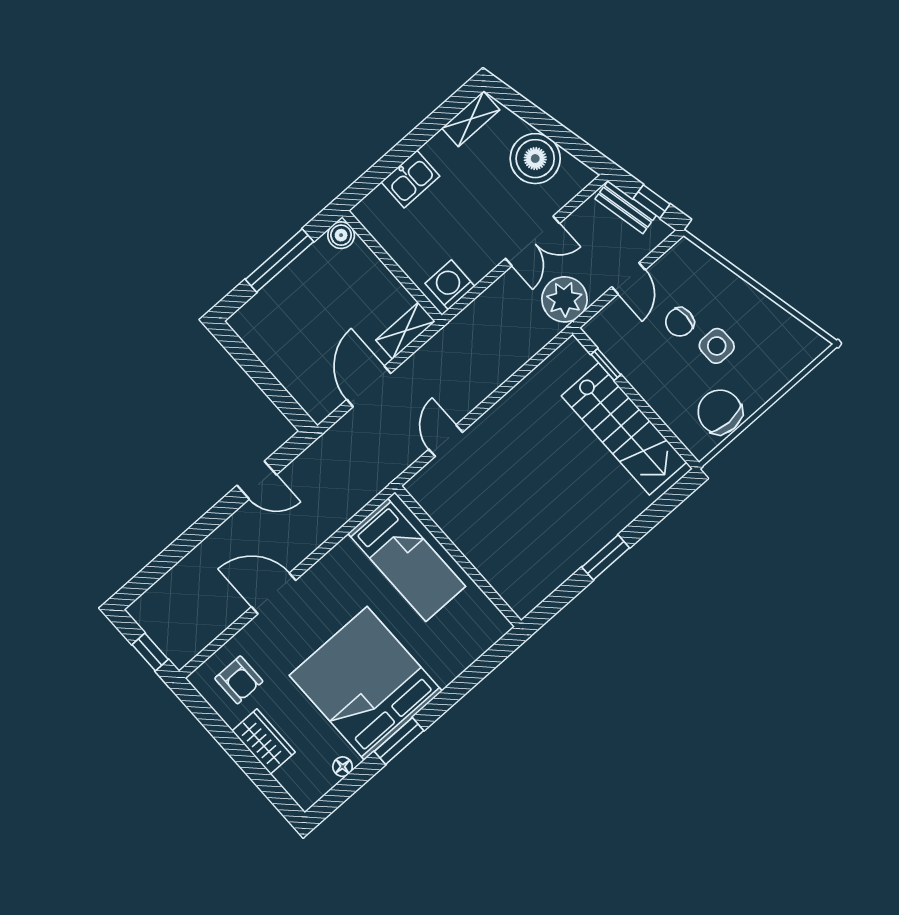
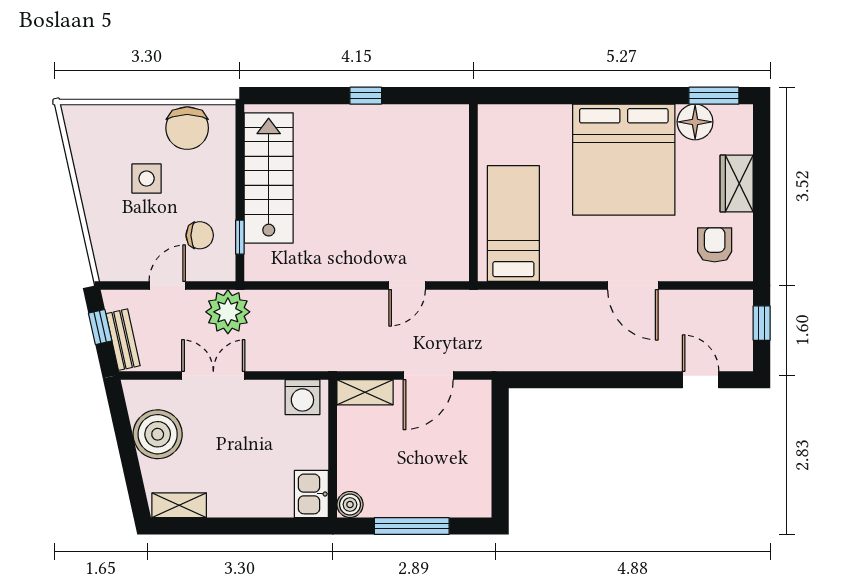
kitchen sink: (410, 179) -> (311, 494), moved, turned -90
chair: (680, 322) -> (200, 235), moved
door: (257, 480) -> (701, 380), moved
window: (606, 557) -> (366, 96), width x0.67
window: (399, 741) -> (714, 96), moved
floor lamp: (343, 767) -> (695, 122), width x1.89, depth x1.89

